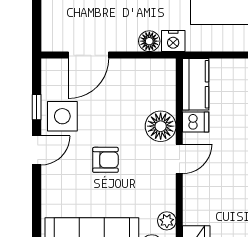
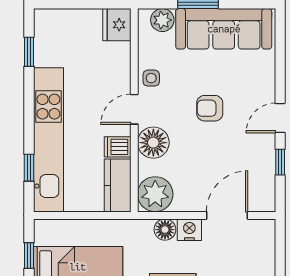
nightstand: (173, 41) -> (189, 230), moved
side table: (62, 116) -> (151, 78), moved, width x0.54, depth x0.54
plant: (167, 221) -> (155, 194), moved, width x1.88, depth x1.88

